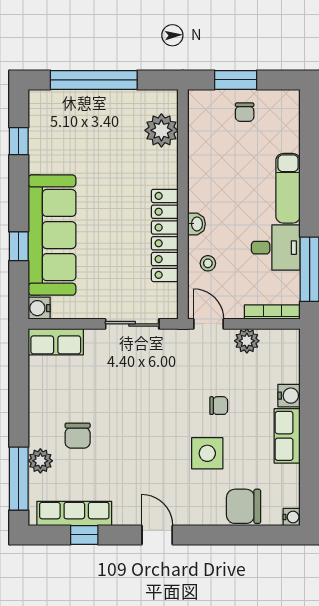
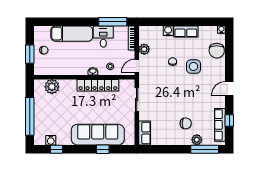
exam couch: (288, 188) -> (72, 34), width x1.36, depth x1.45
water cooler: (39, 308) -> (51, 140), moved

